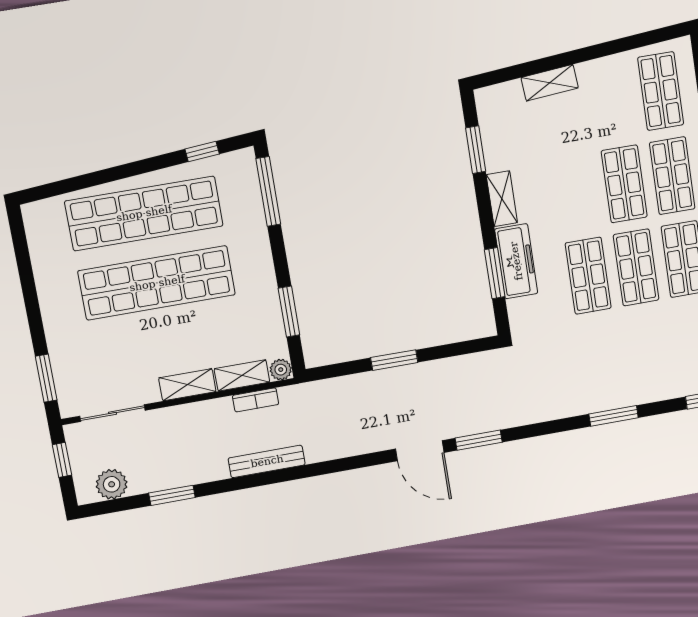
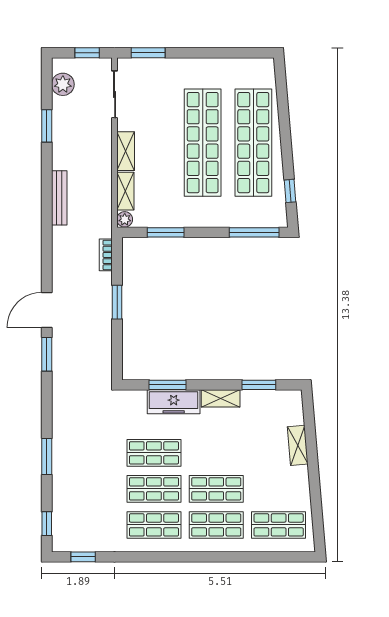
bookcase: (256, 400) -> (106, 255), moved

